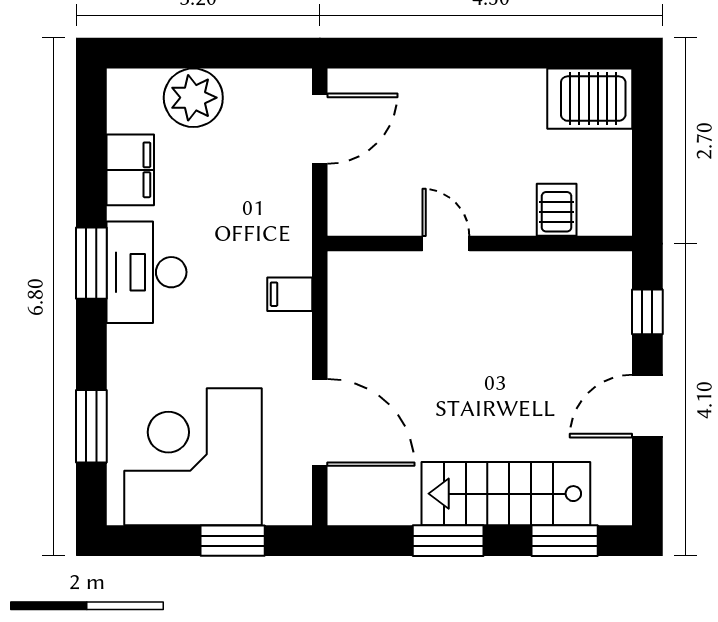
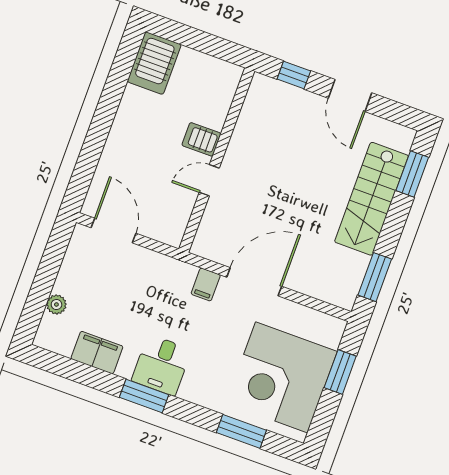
plant: (193, 98) -> (56, 304), width x0.53, depth x0.53
server rack: (557, 210) -> (201, 139), moved
desk: (146, 272) -> (161, 365), width x0.73
door: (320, 422) -> (254, 282), moved
window: (448, 541) -> (375, 277), moved

